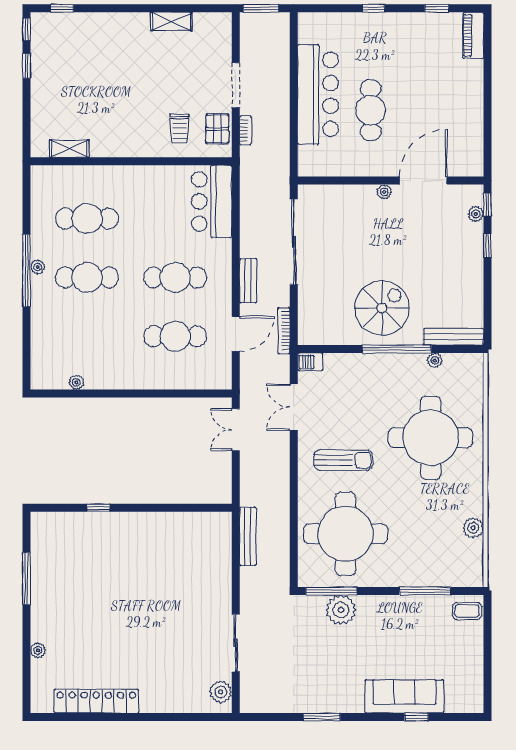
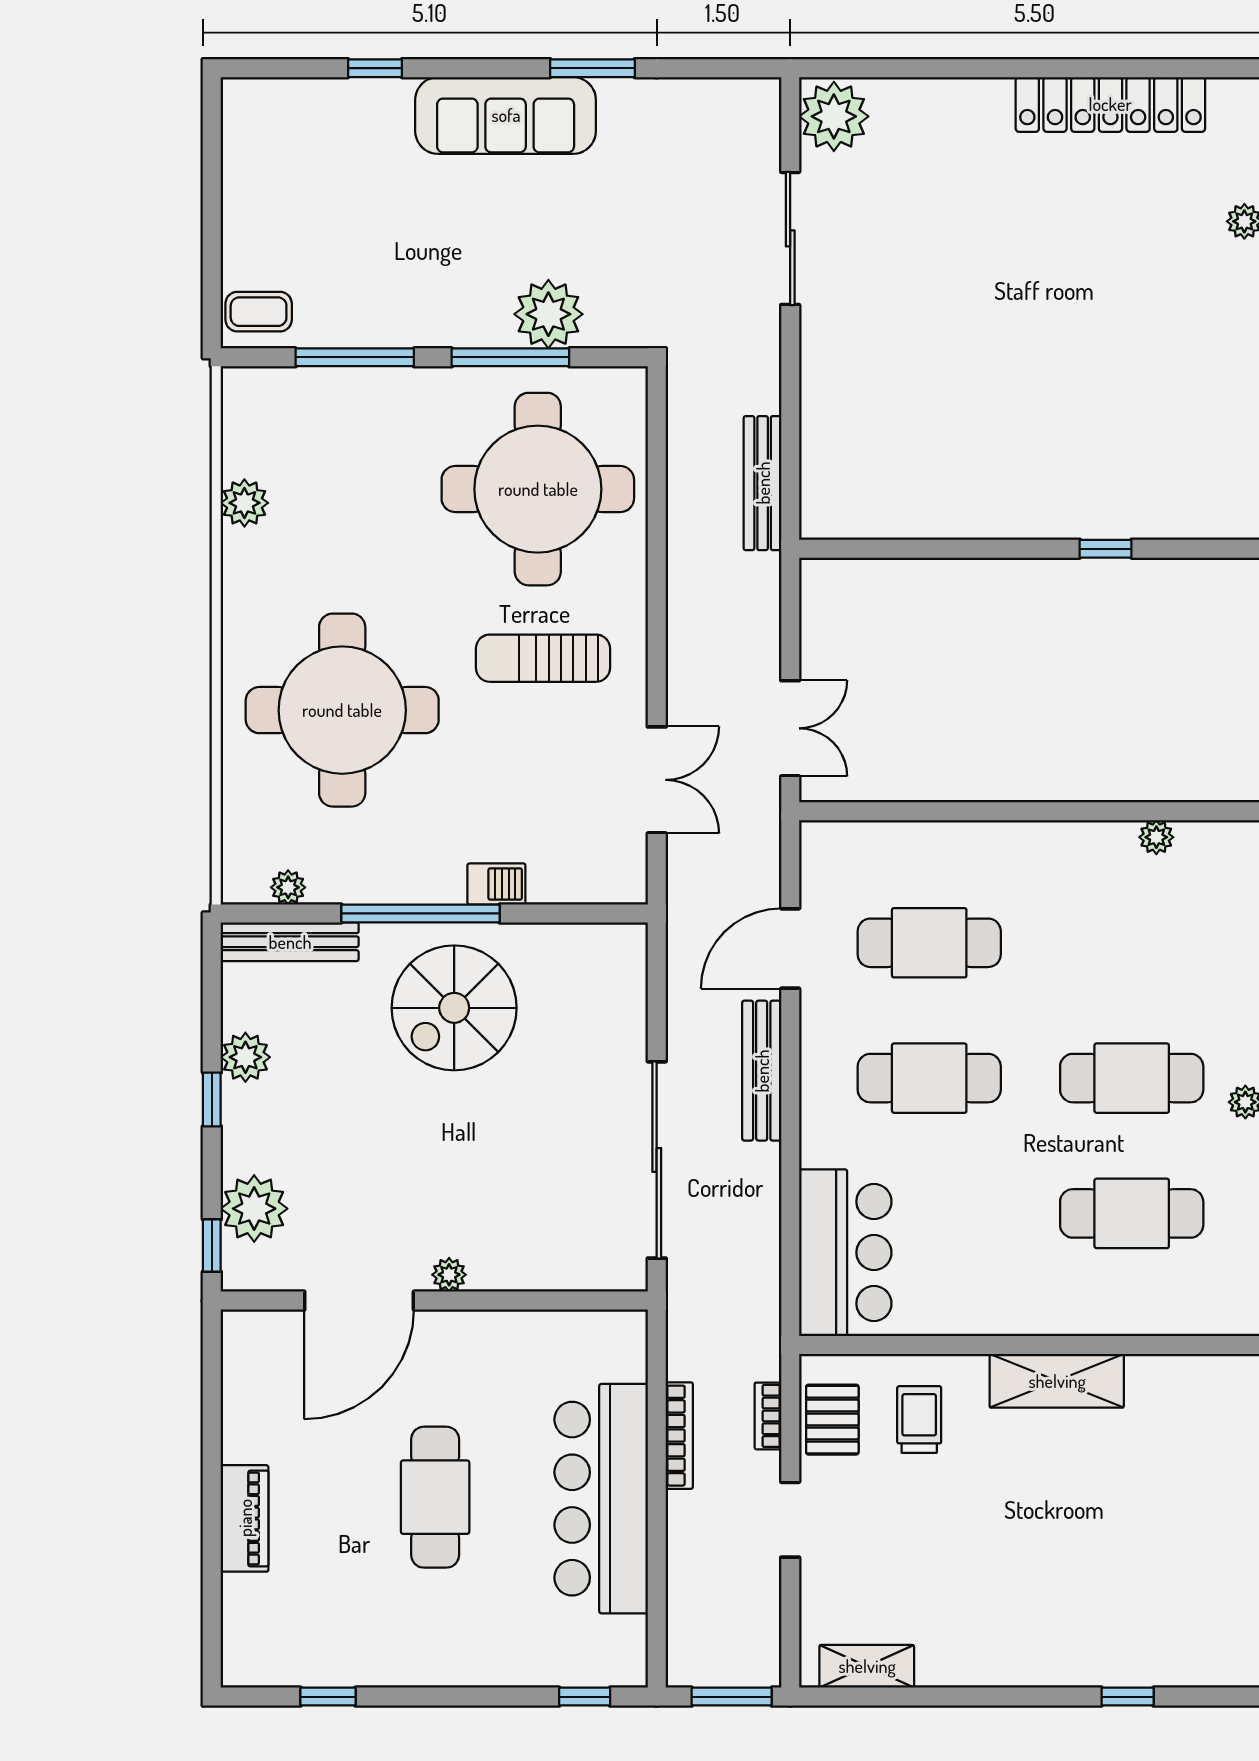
window: (62, 8) -> (1128, 1697), moved
window: (374, 8) -> (585, 1697), moved
shelving: (171, 21) -> (867, 1666), moved
piano: (473, 35) -> (245, 1518), moved
doorway: (236, 85) -> (790, 1520), width x0.73
cafe table: (371, 110) -> (435, 1497), moved
shelving: (69, 149) -> (1057, 1381), moved, width x1.50, depth x1.33
plant: (476, 214) -> (254, 1209), width x1.87, depth x1.87
window: (487, 246) -> (212, 1099), moved
bench: (248, 281) -> (762, 1071), width x1.36
plant: (473, 287) -> (245, 1057), added
bookcase: (284, 331) -> (679, 1436), moved
plant: (435, 360) -> (288, 887), moved
barbecue: (310, 362) -> (496, 884), moved
window: (331, 591) -> (510, 357), moved
plant: (221, 692) -> (834, 116), width x1.36, depth x1.36
sofa: (404, 696) -> (506, 115), moved

